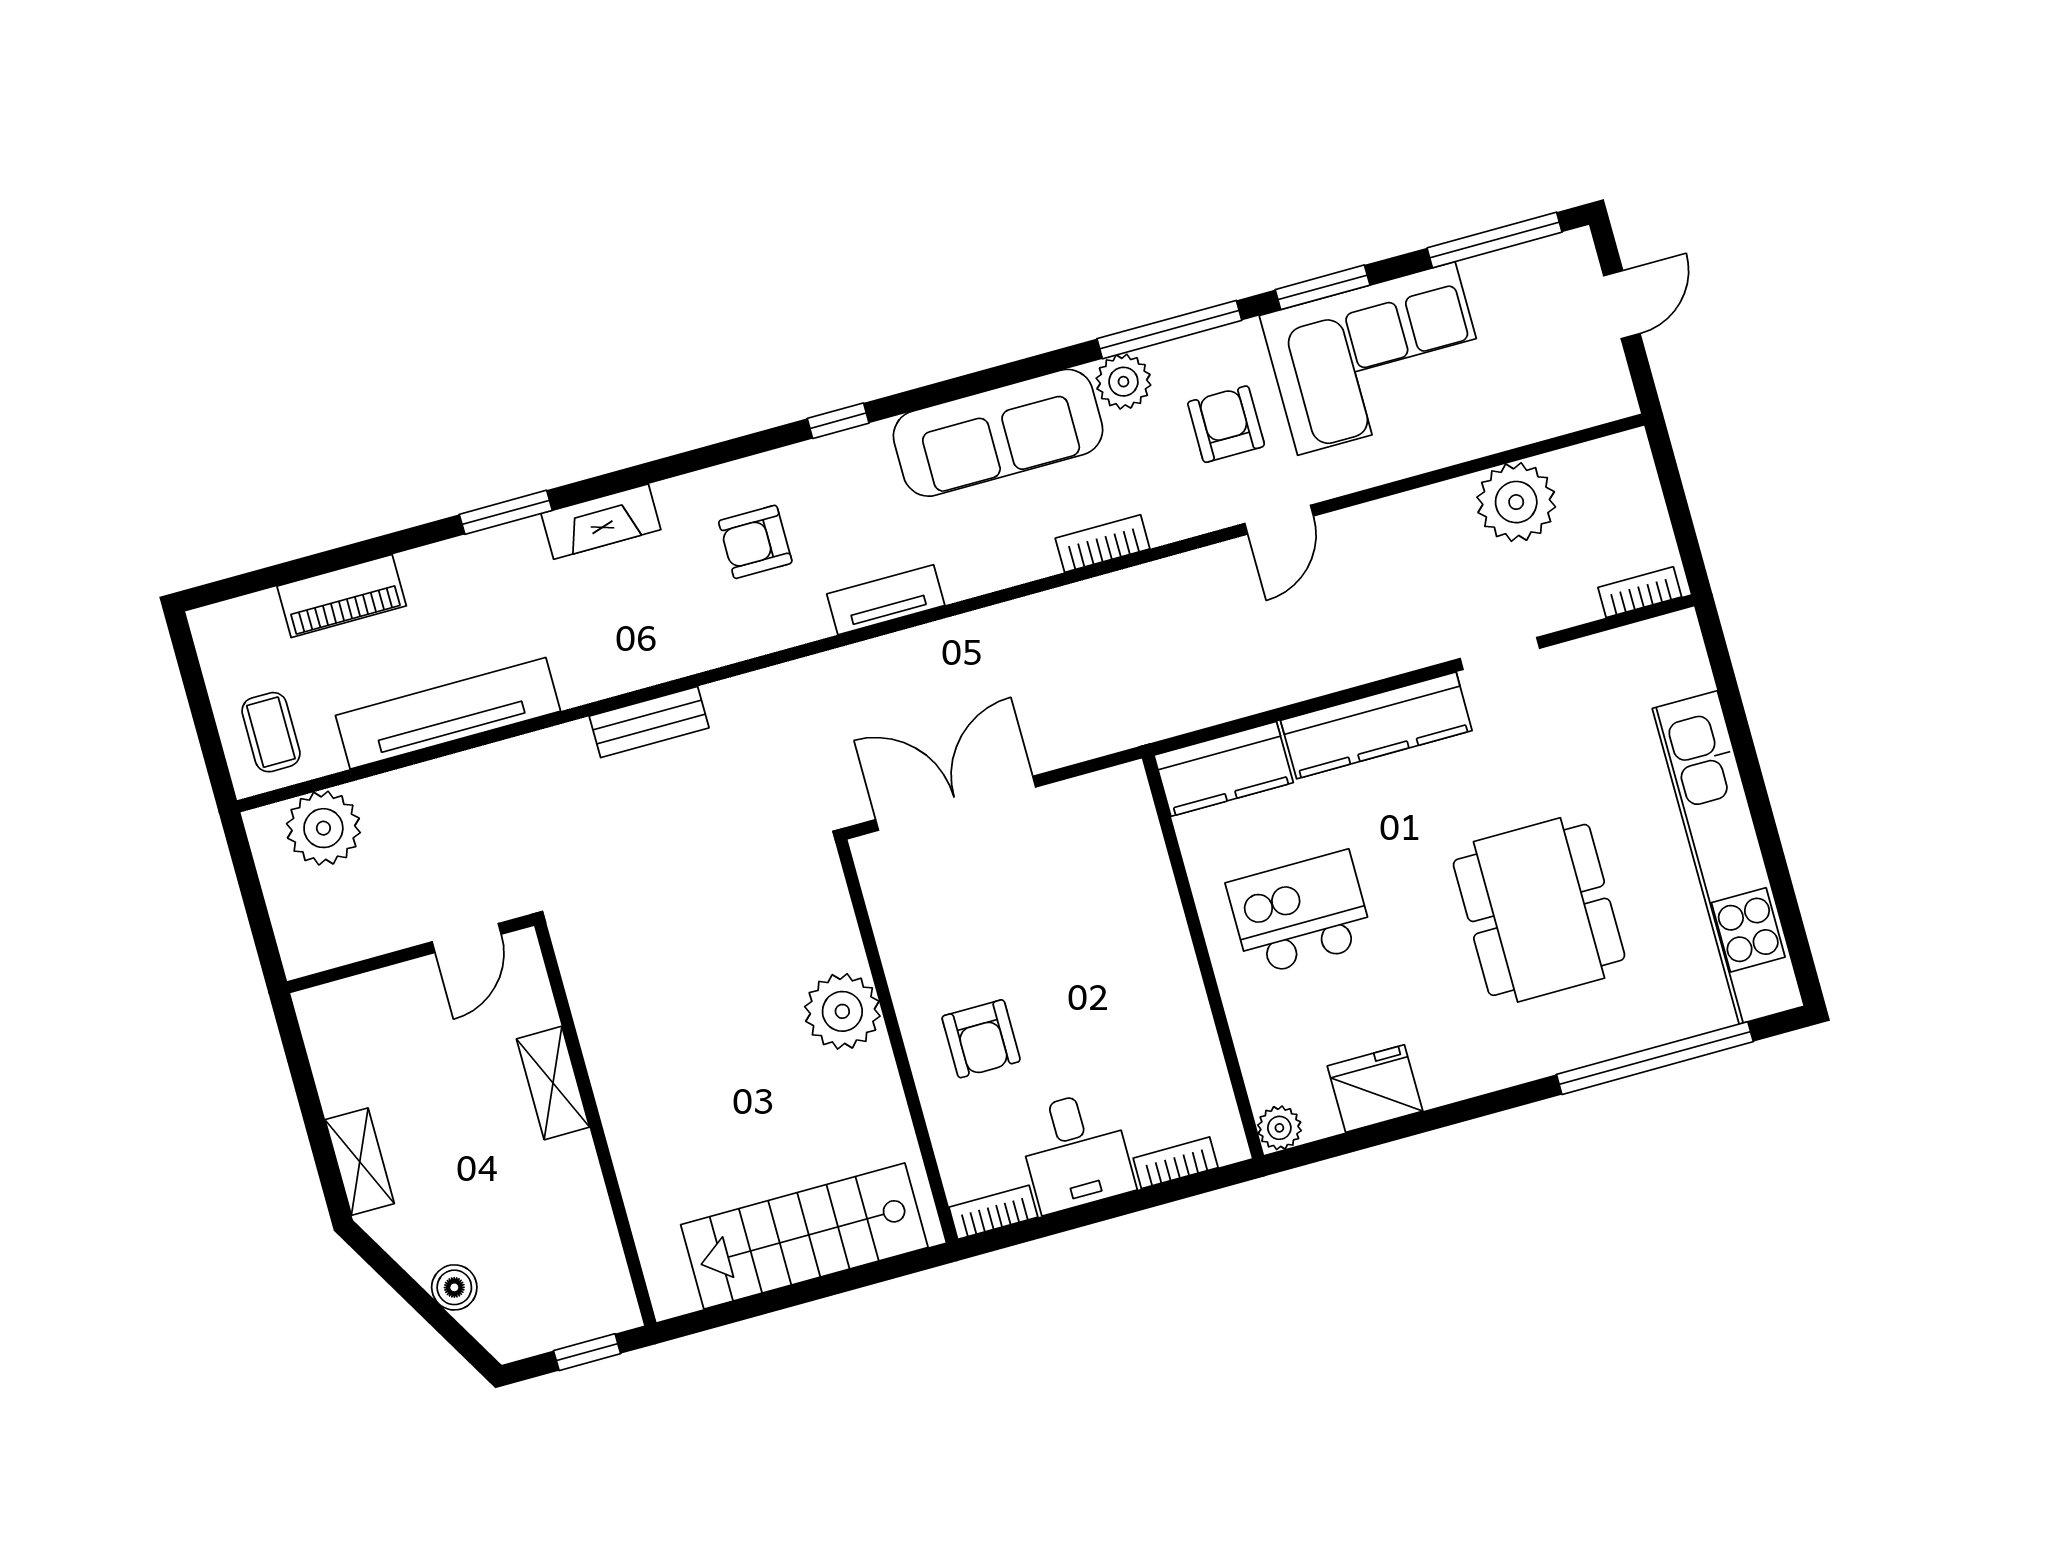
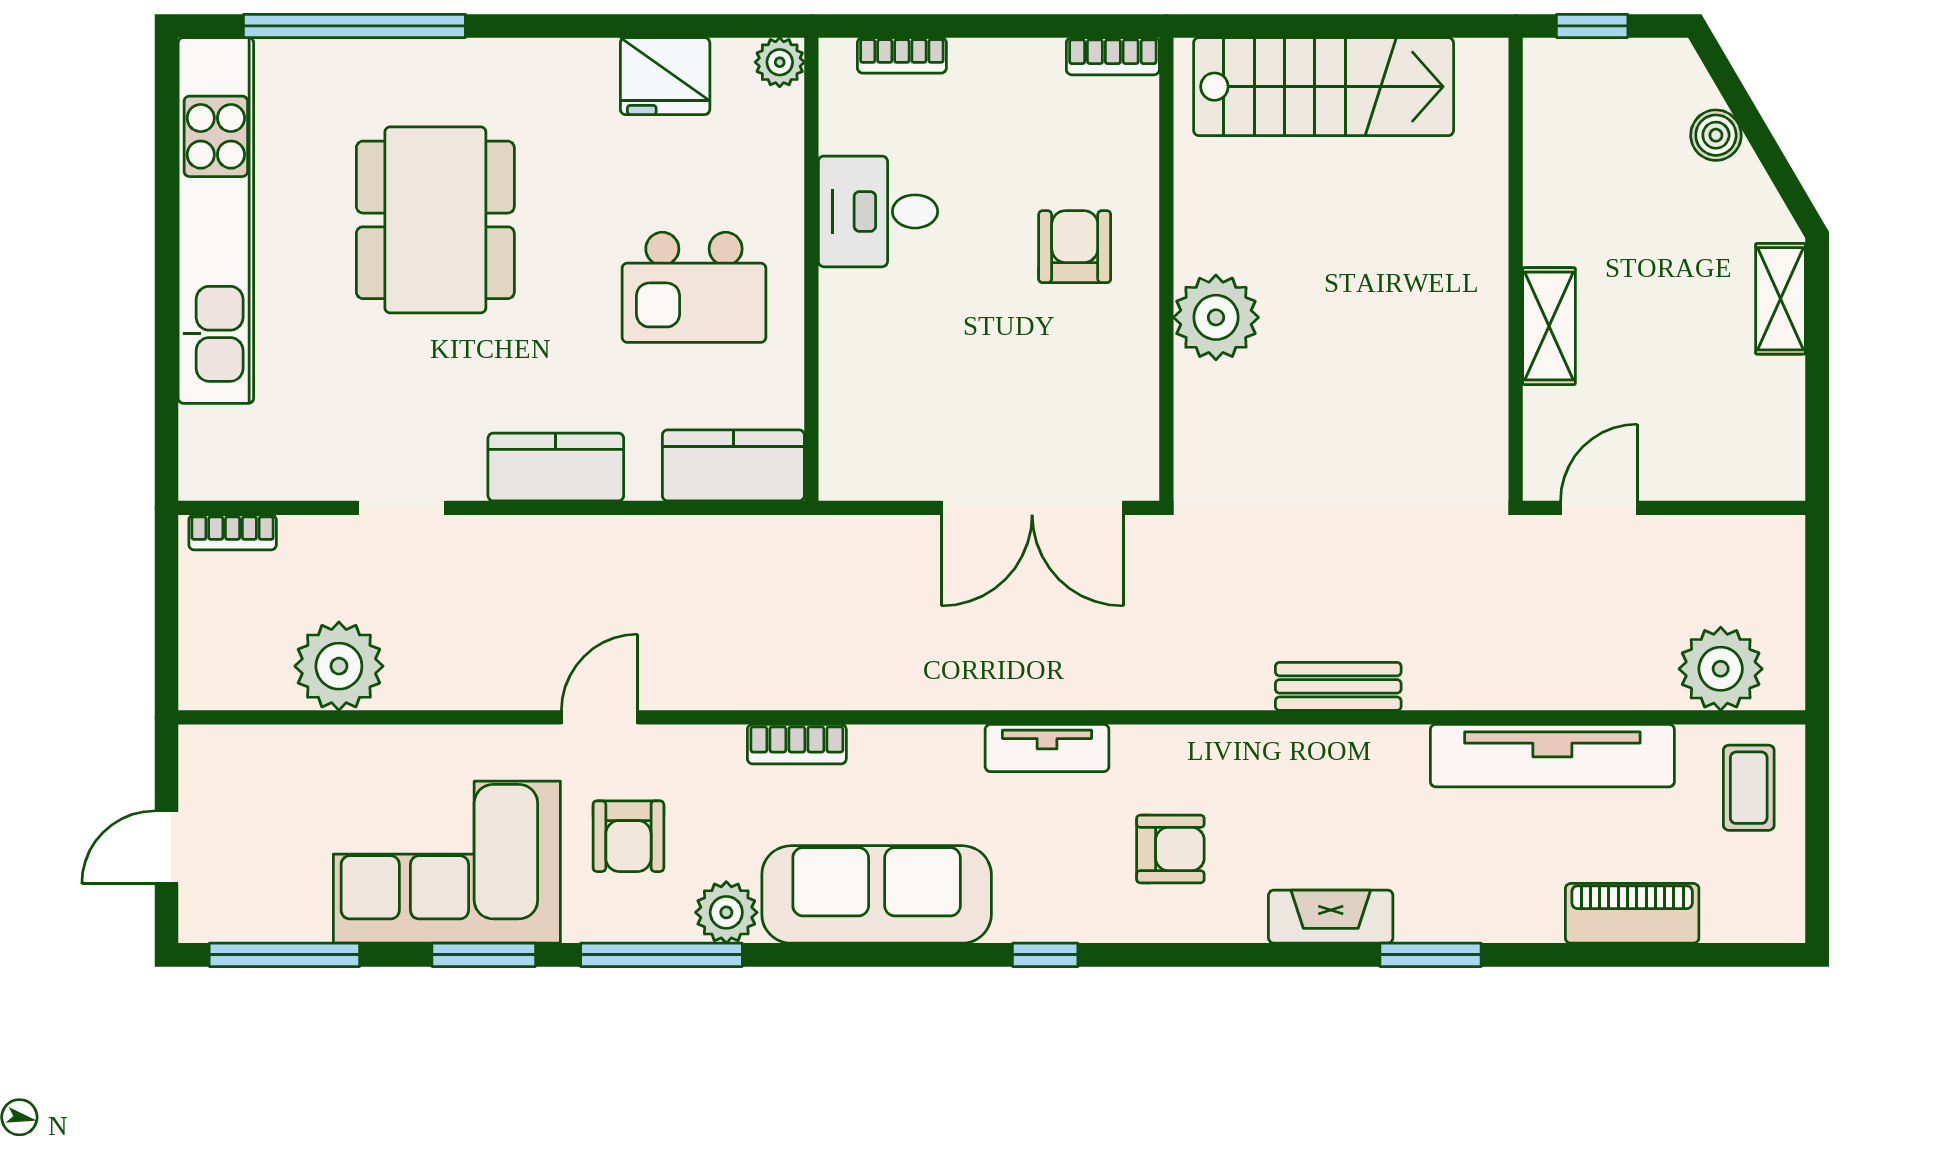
kitchen counter: (1376, 725) -> (556, 467), width x0.67
desk: (1076, 1151) -> (878, 211), moved, turned -90

